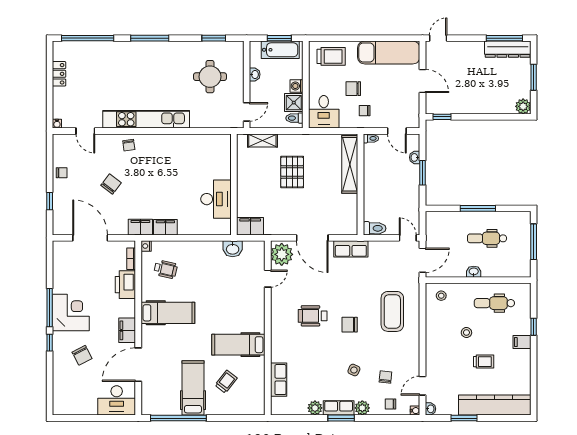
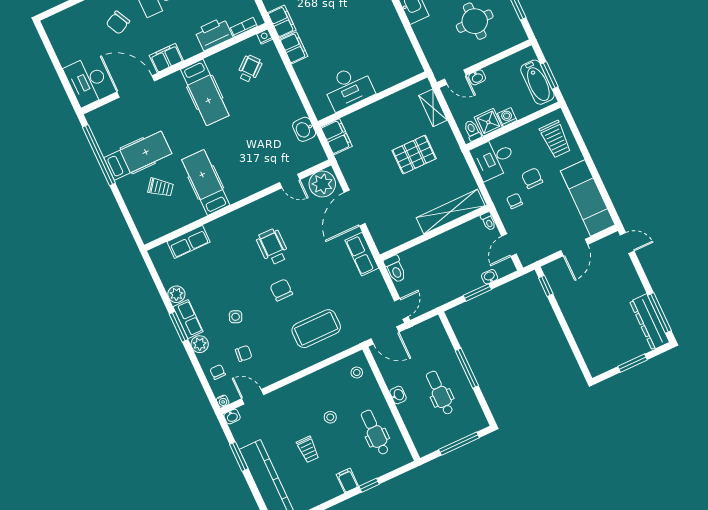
washbasin: (255, 74) -> (477, 77), moved
plant: (523, 106) -> (597, 366), removed
wheelchair: (166, 269) -> (250, 69), turned -143

